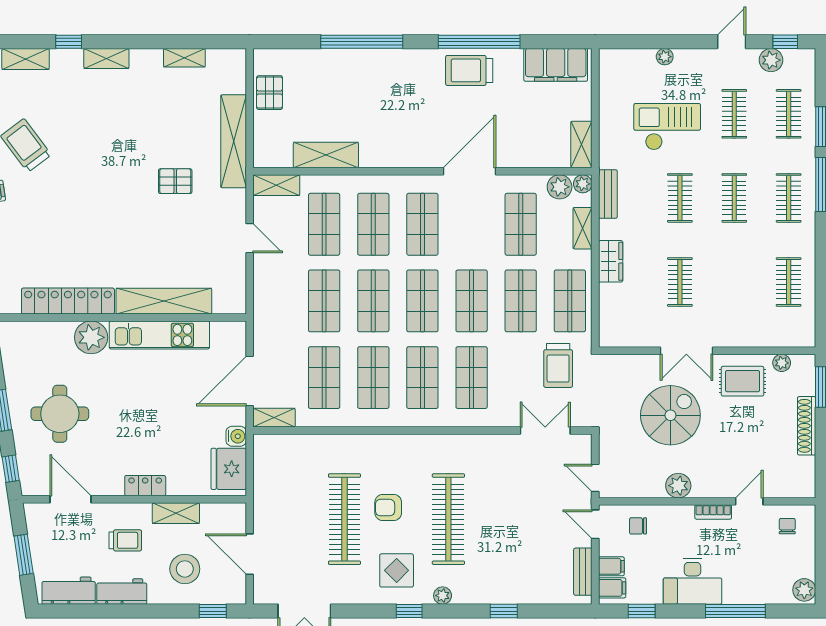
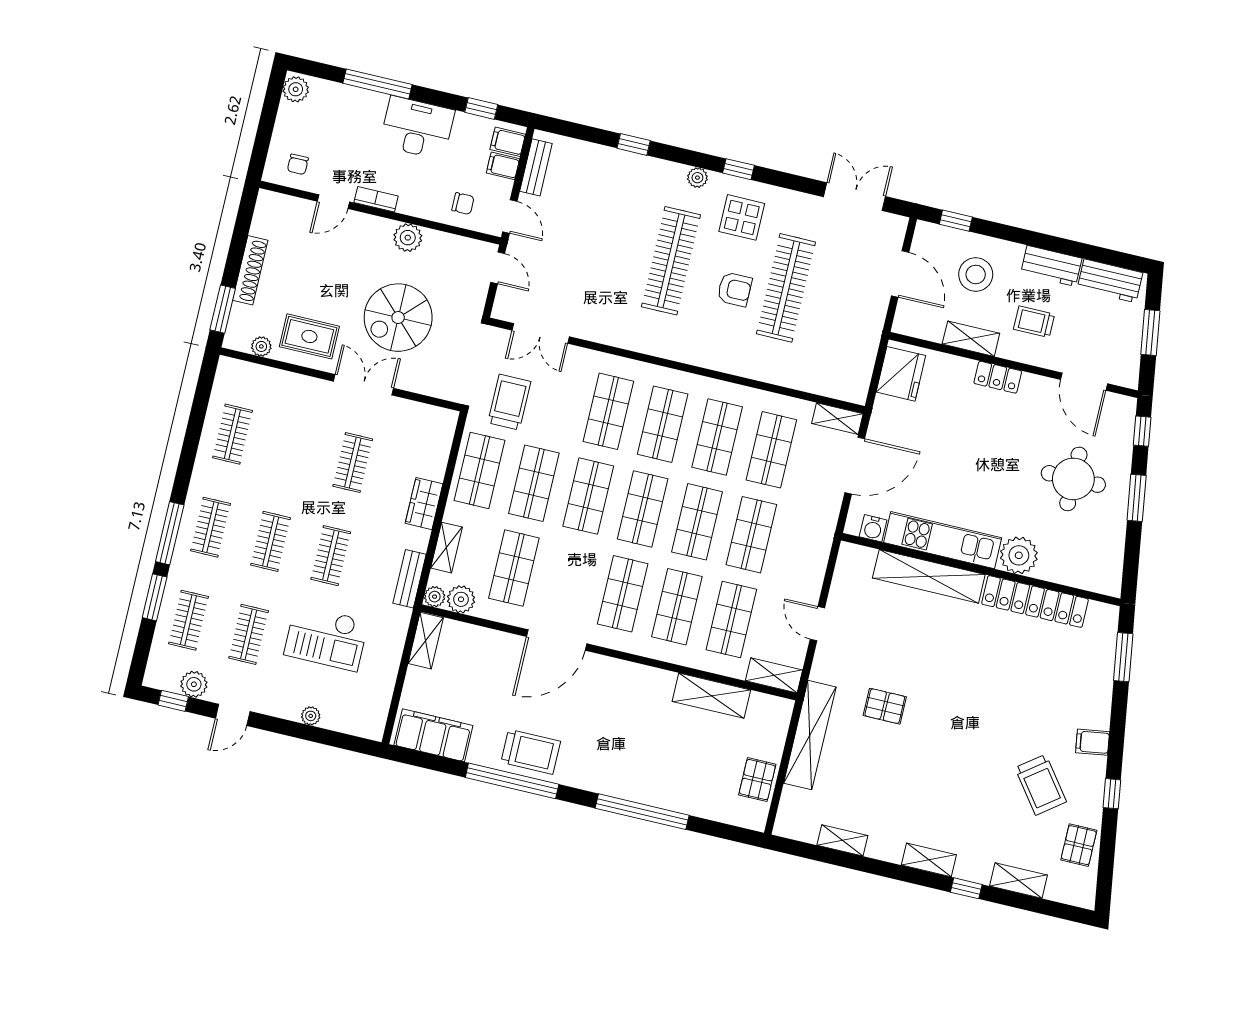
water cooler: (236, 436) -> (873, 528), moved, turned -90

